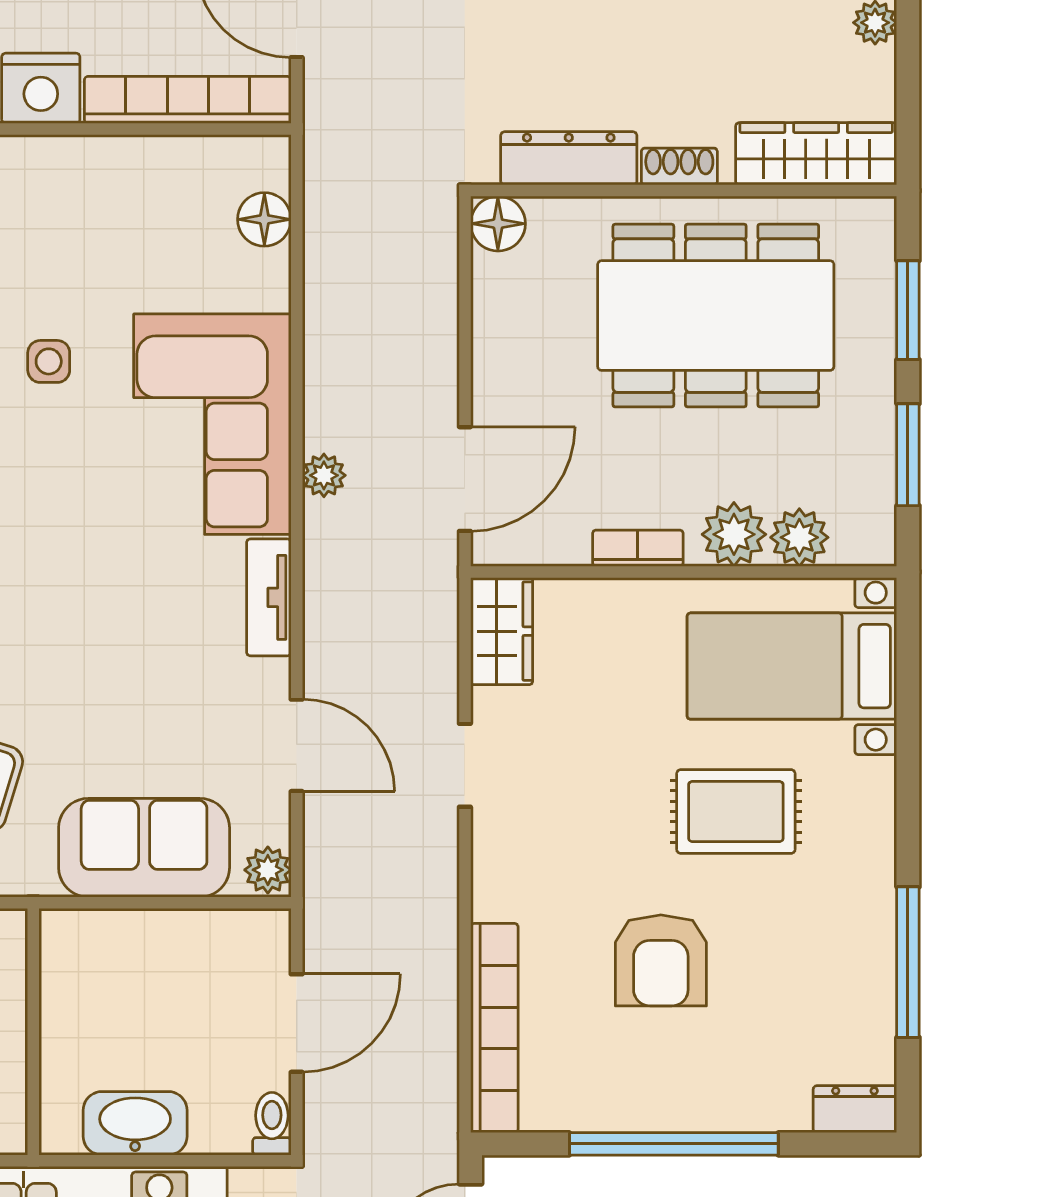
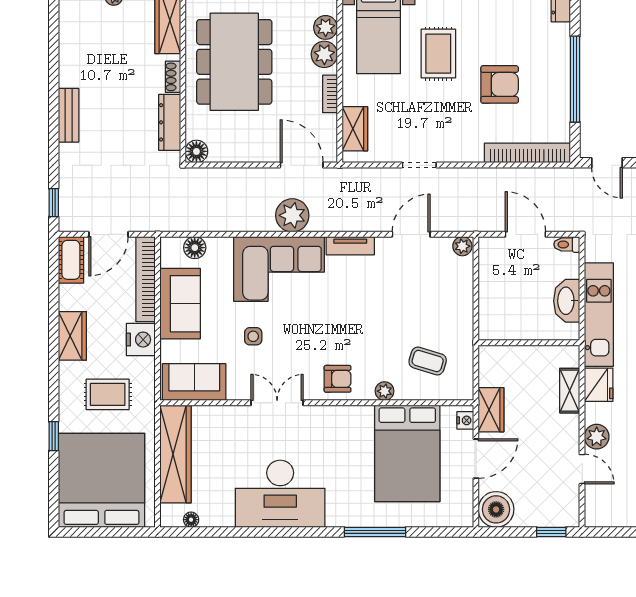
plant: (324, 475) -> (292, 215), width x1.88, depth x1.88
wardrobe: (502, 631) -> (355, 129), moved, turned 90
sofa: (144, 848) -> (180, 304), moved, turned 180

